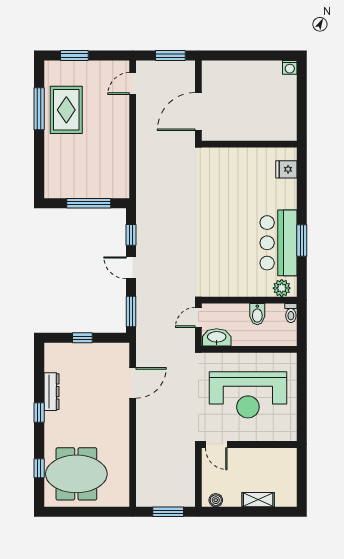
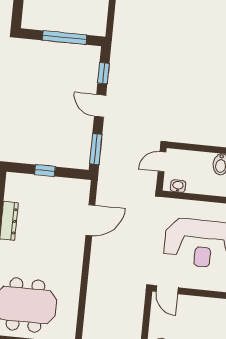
washbasin: (217, 337) -> (178, 186), width x0.52, depth x0.69

